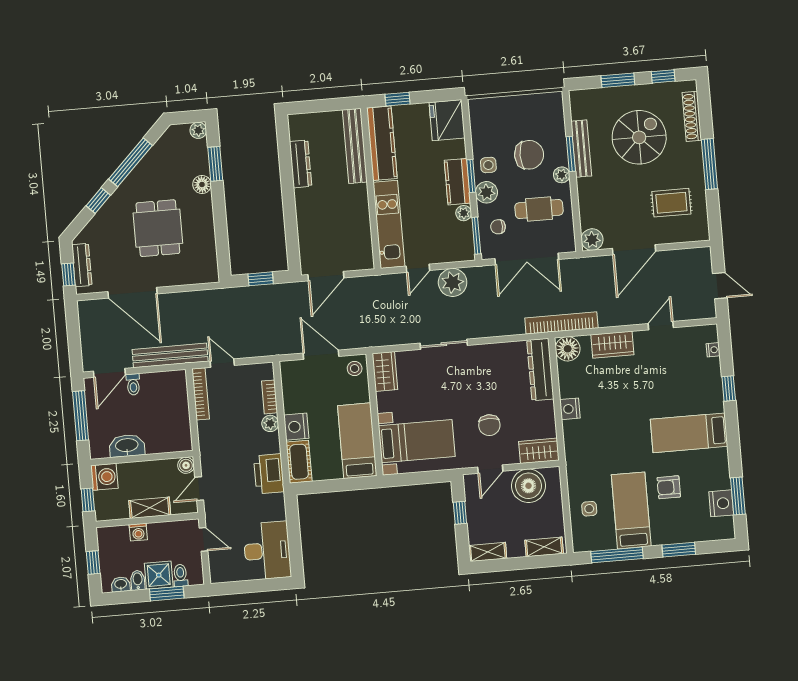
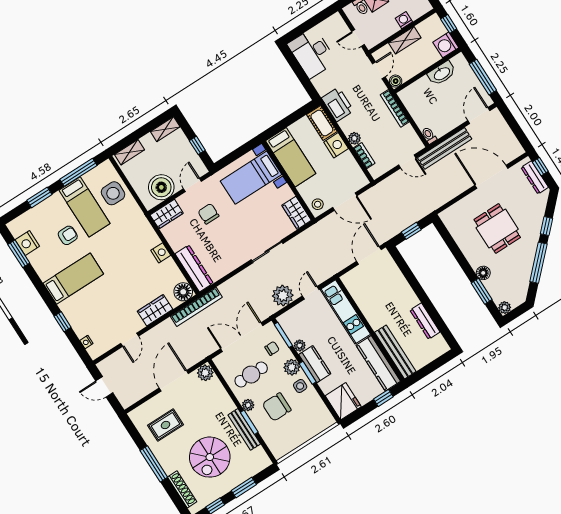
toilet: (133, 384) -> (429, 135), moved
bookcase: (201, 394) -> (395, 108), moved
side table: (589, 509) -> (113, 193), width x1.87, depth x1.87

